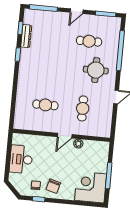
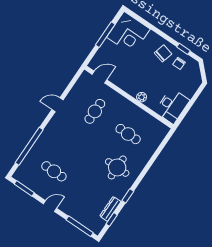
round table: (96, 70) -> (117, 167), moved
door: (65, 136) -> (99, 77), moved
plant: (78, 144) -> (142, 97), moved
desk: (21, 159) -> (172, 106), moved

